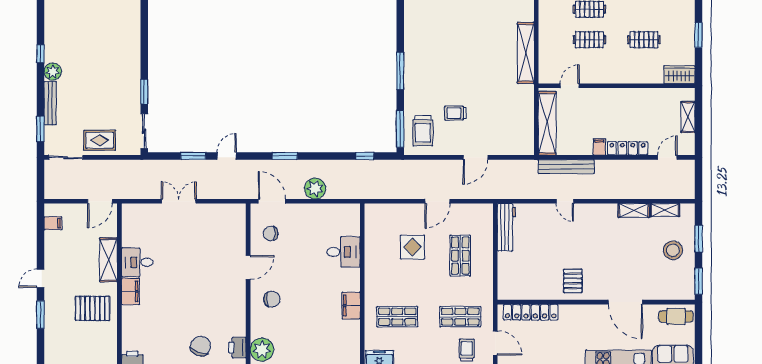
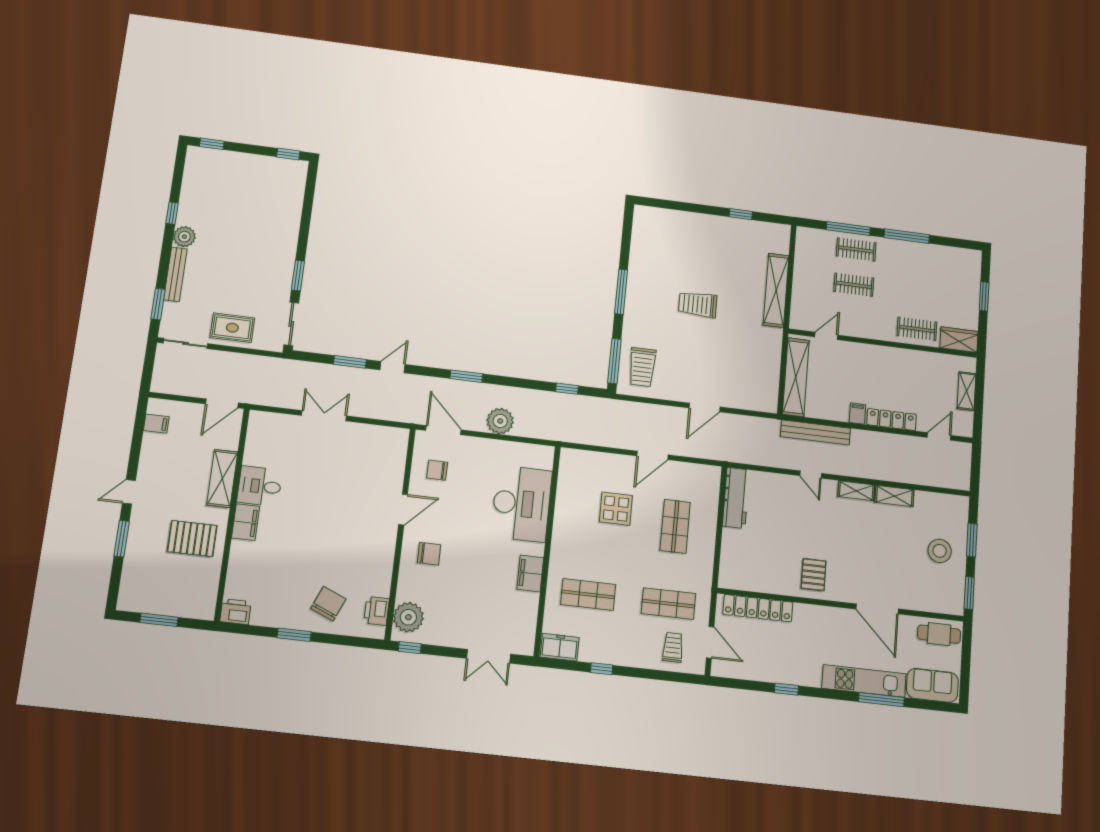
clothes rail: (644, 40) -> (917, 329), moved
trolley: (455, 113) -> (698, 304), moved, width x1.36, depth x1.39
shelving: (665, 210) -> (856, 491), moved
desk: (344, 252) -> (521, 504), width x1.87, depth x1.30

